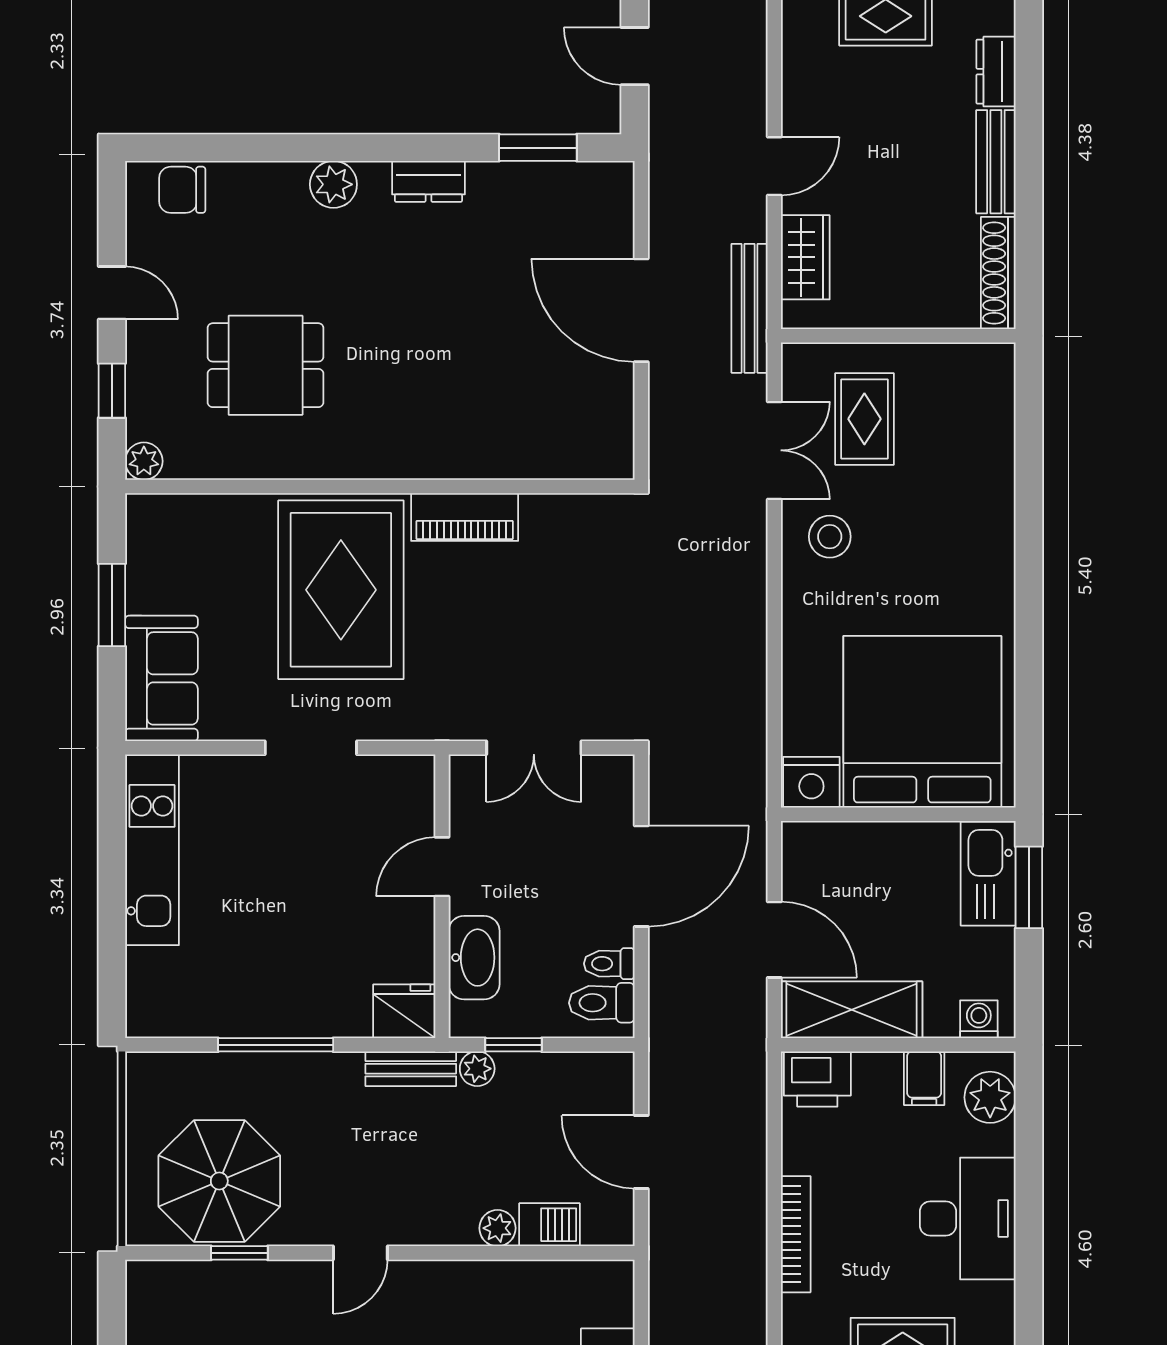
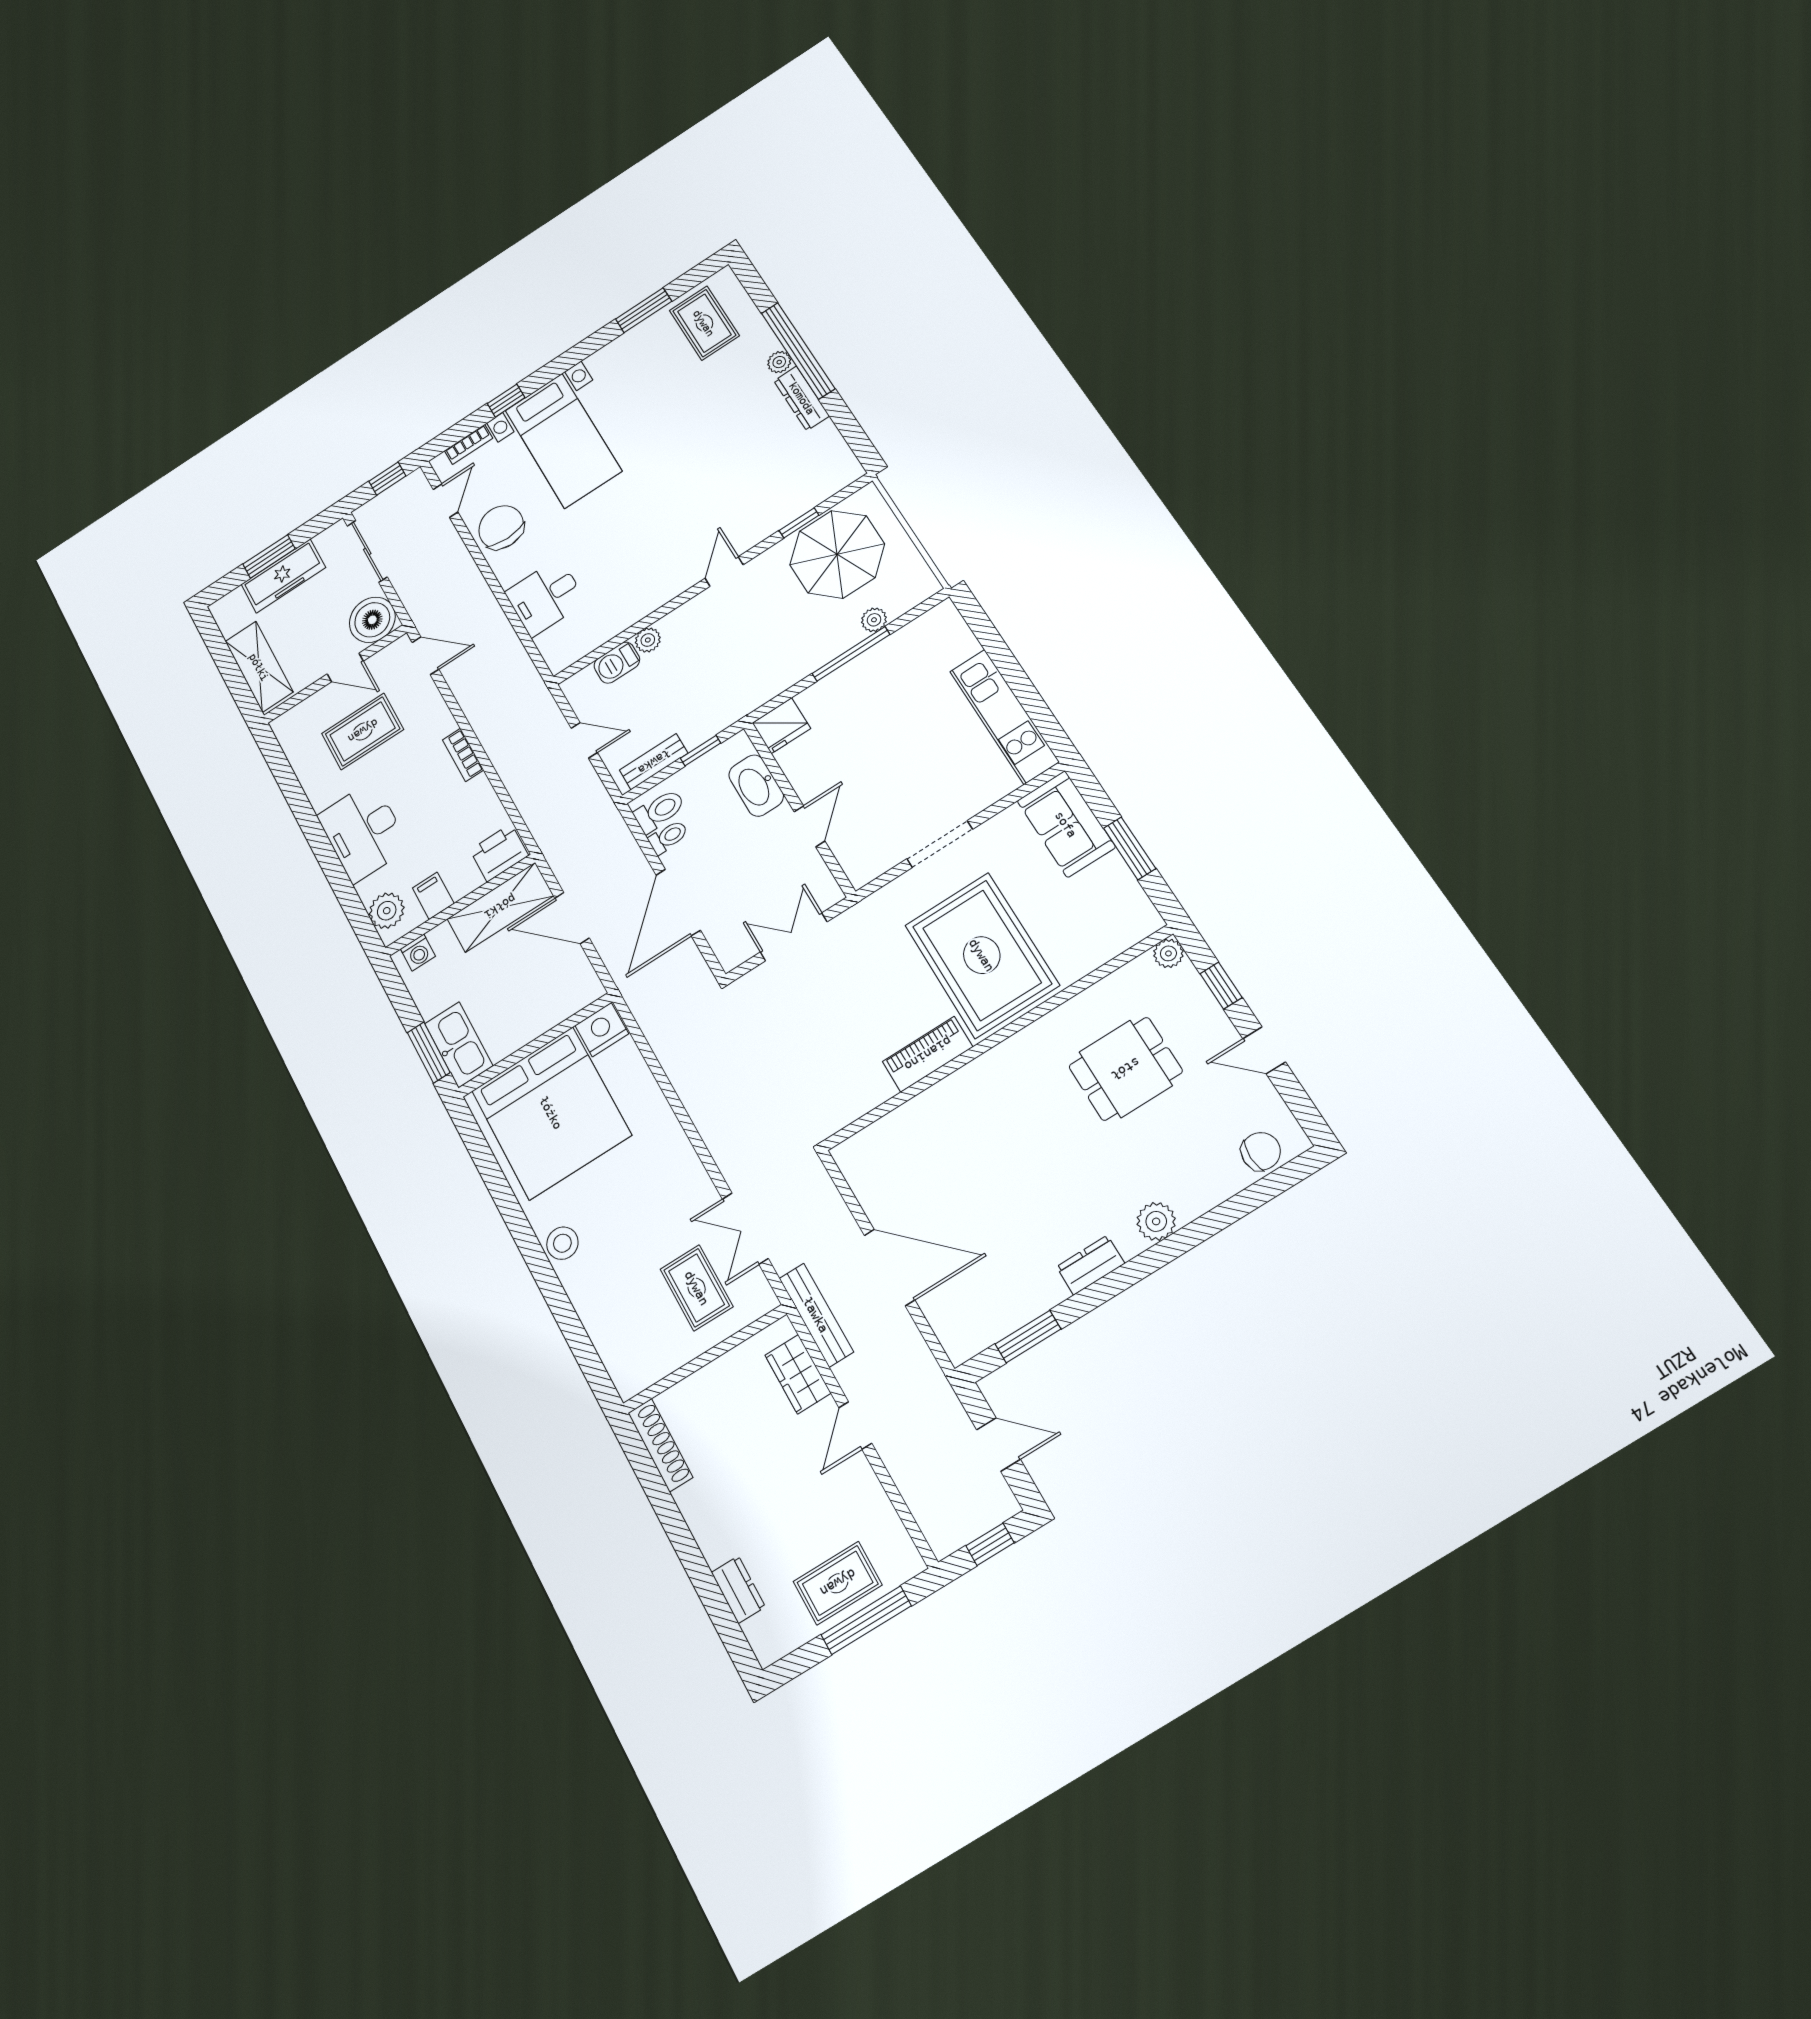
bench: (996, 162) -> (704, 1524), removed
stool: (830, 537) -> (562, 1243), moved
bench: (411, 1069) -> (654, 762), moved
plant: (477, 1069) -> (874, 620), moved
door: (641, 1152) -> (584, 740), width x0.73
bookcase: (796, 1234) -> (463, 755), width x0.64

